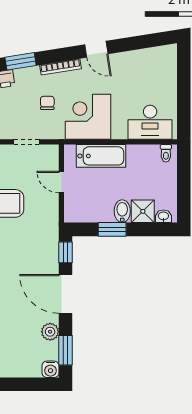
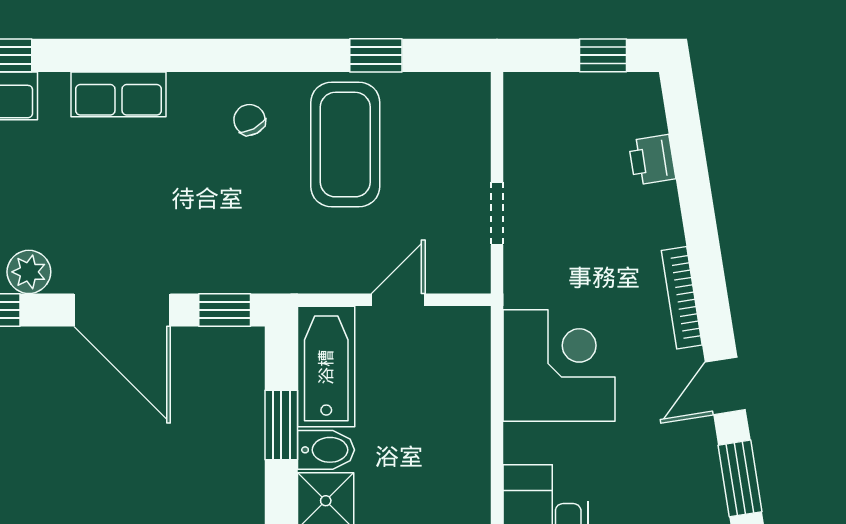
window: (21, 61) -> (740, 478), moved
chair: (47, 103) -> (593, 265), removed
bathtub: (101, 156) -> (326, 367), moved, turned 180
door: (65, 294) -> (122, 310), swing flipped

